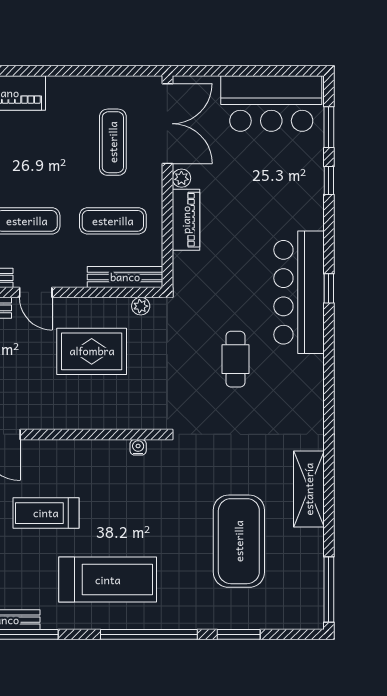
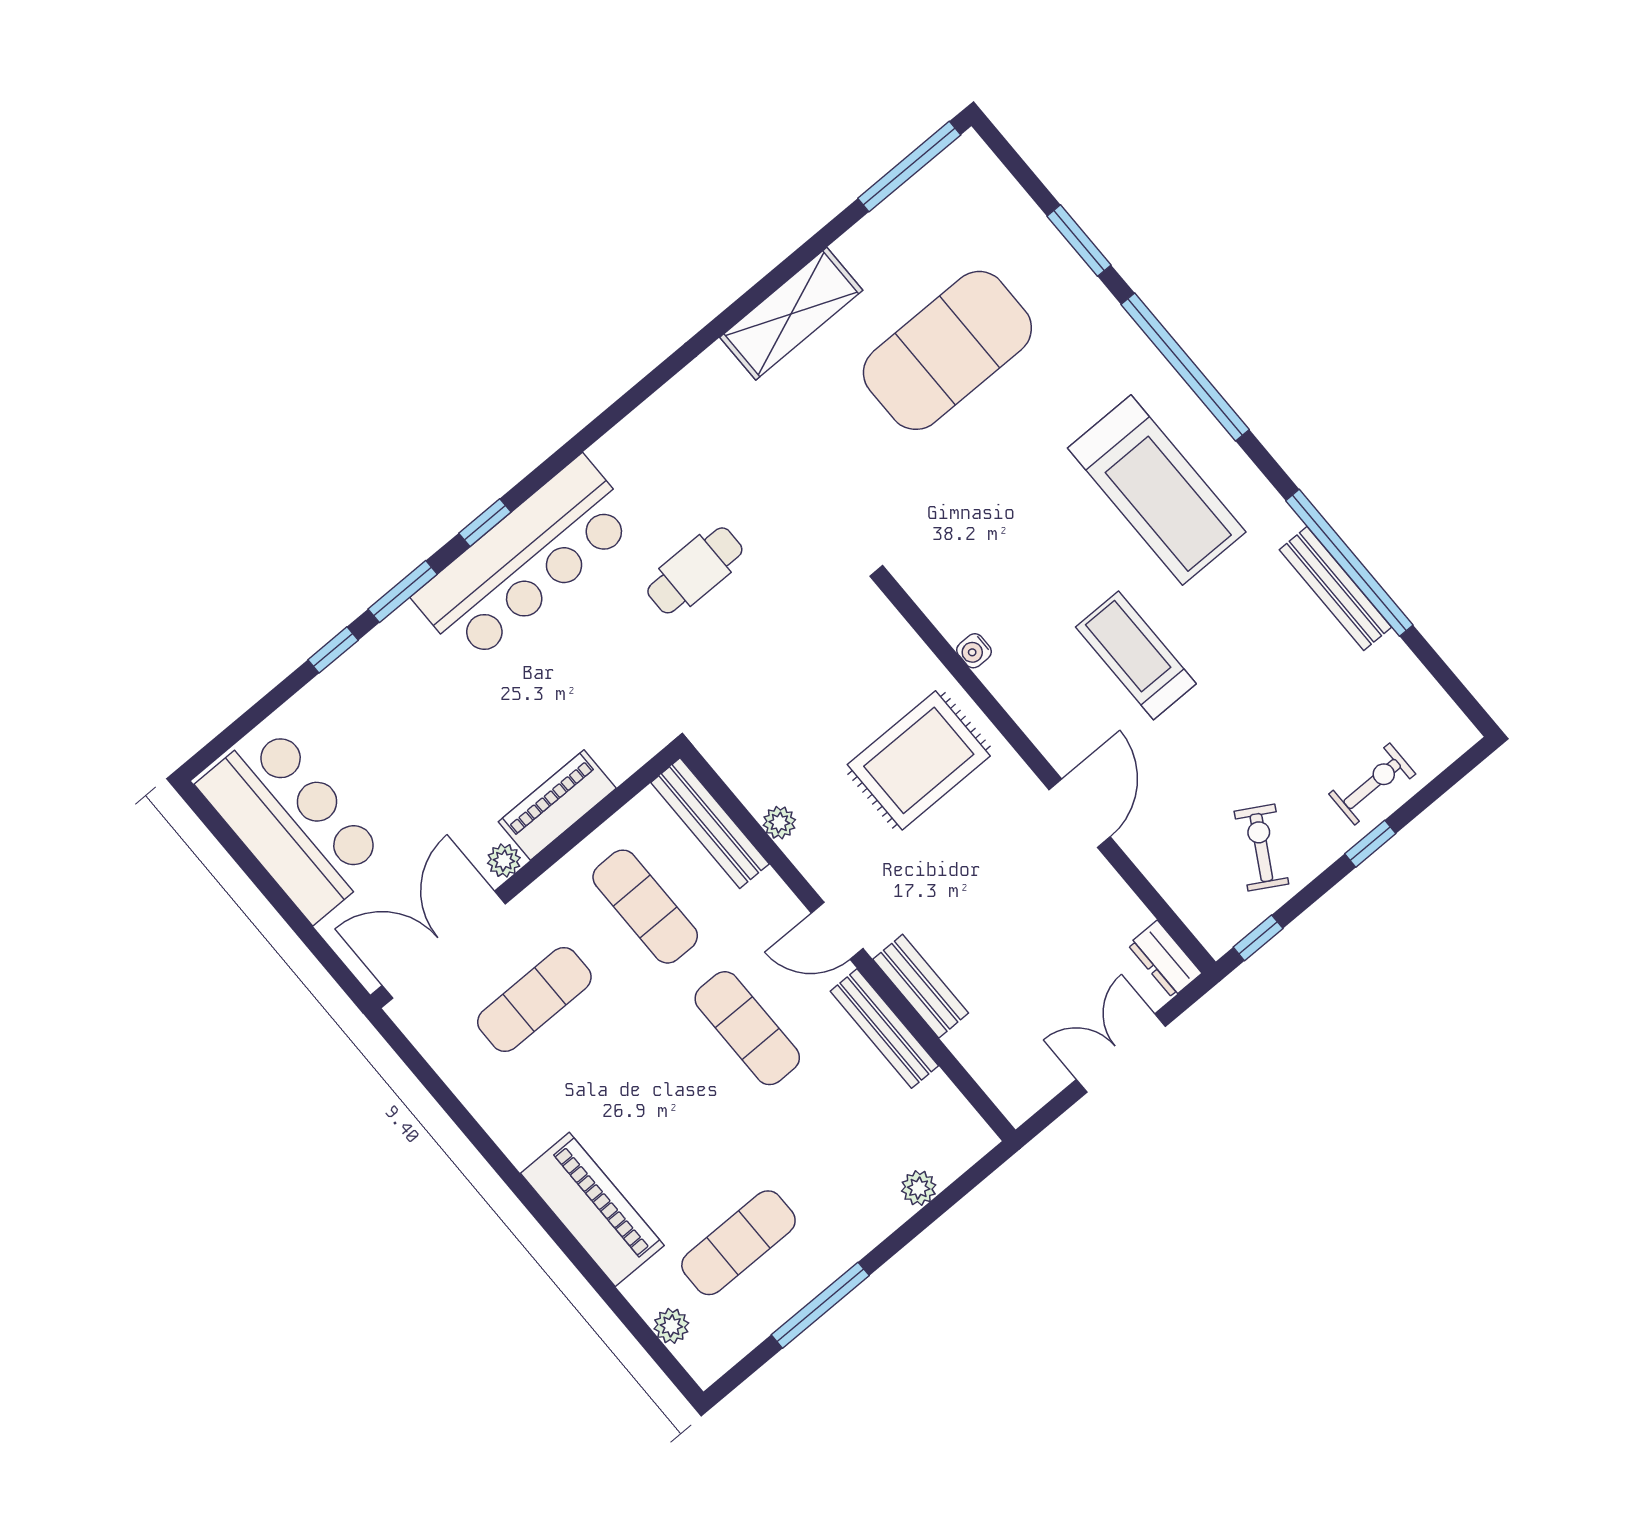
window: (329, 127) -> (403, 592), moved
door: (36, 292) -> (837, 931), swing flipped
plant: (141, 306) -> (779, 823), moved
rug: (92, 351) -> (919, 760), moved, turned 90
water cooler: (138, 447) -> (974, 651), moved
treadmill: (46, 513) -> (1136, 655), turned 180
treadmill: (108, 580) -> (1157, 490), turned 180

